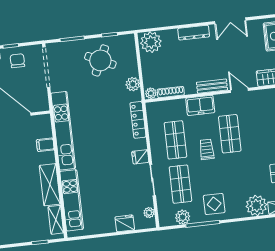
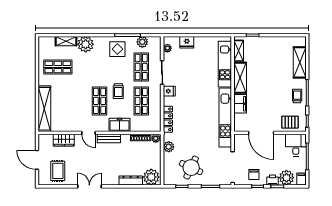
dresser: (194, 33) -> (131, 181), moved
filing cabinet: (45, 145) -> (240, 104), width x2.00

